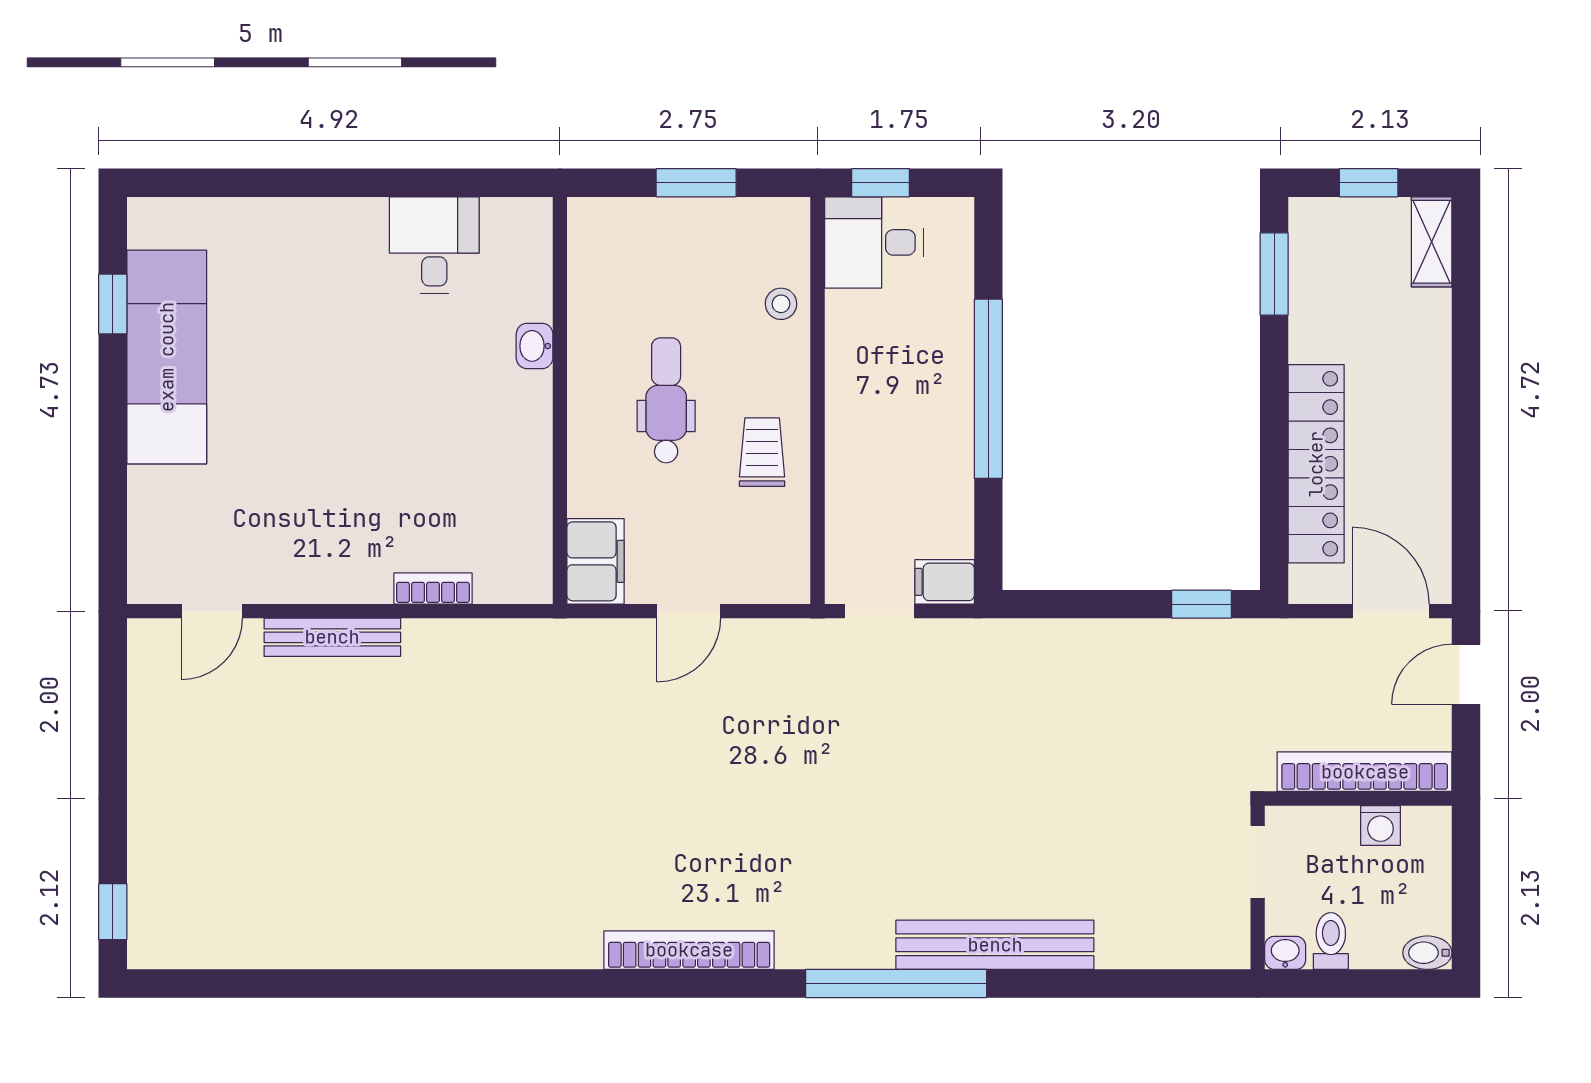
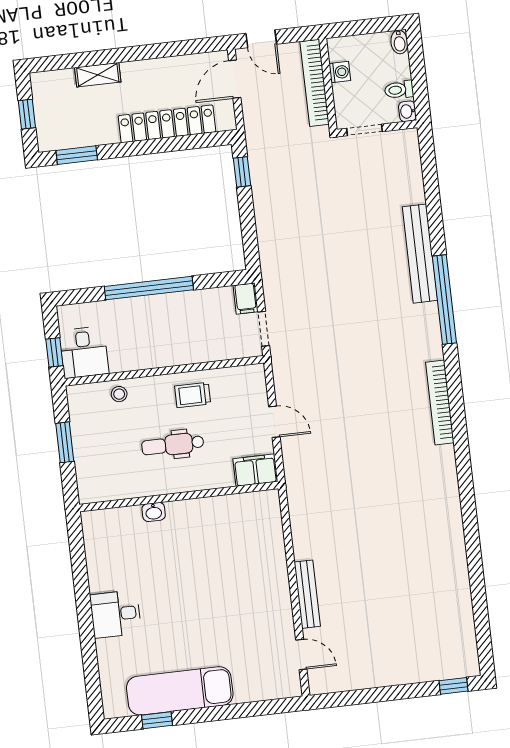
shelving: (1432, 242) -> (98, 75), moved
desk: (434, 245) -> (116, 614), moved
bookcase: (433, 589) -> (278, 548), removed

